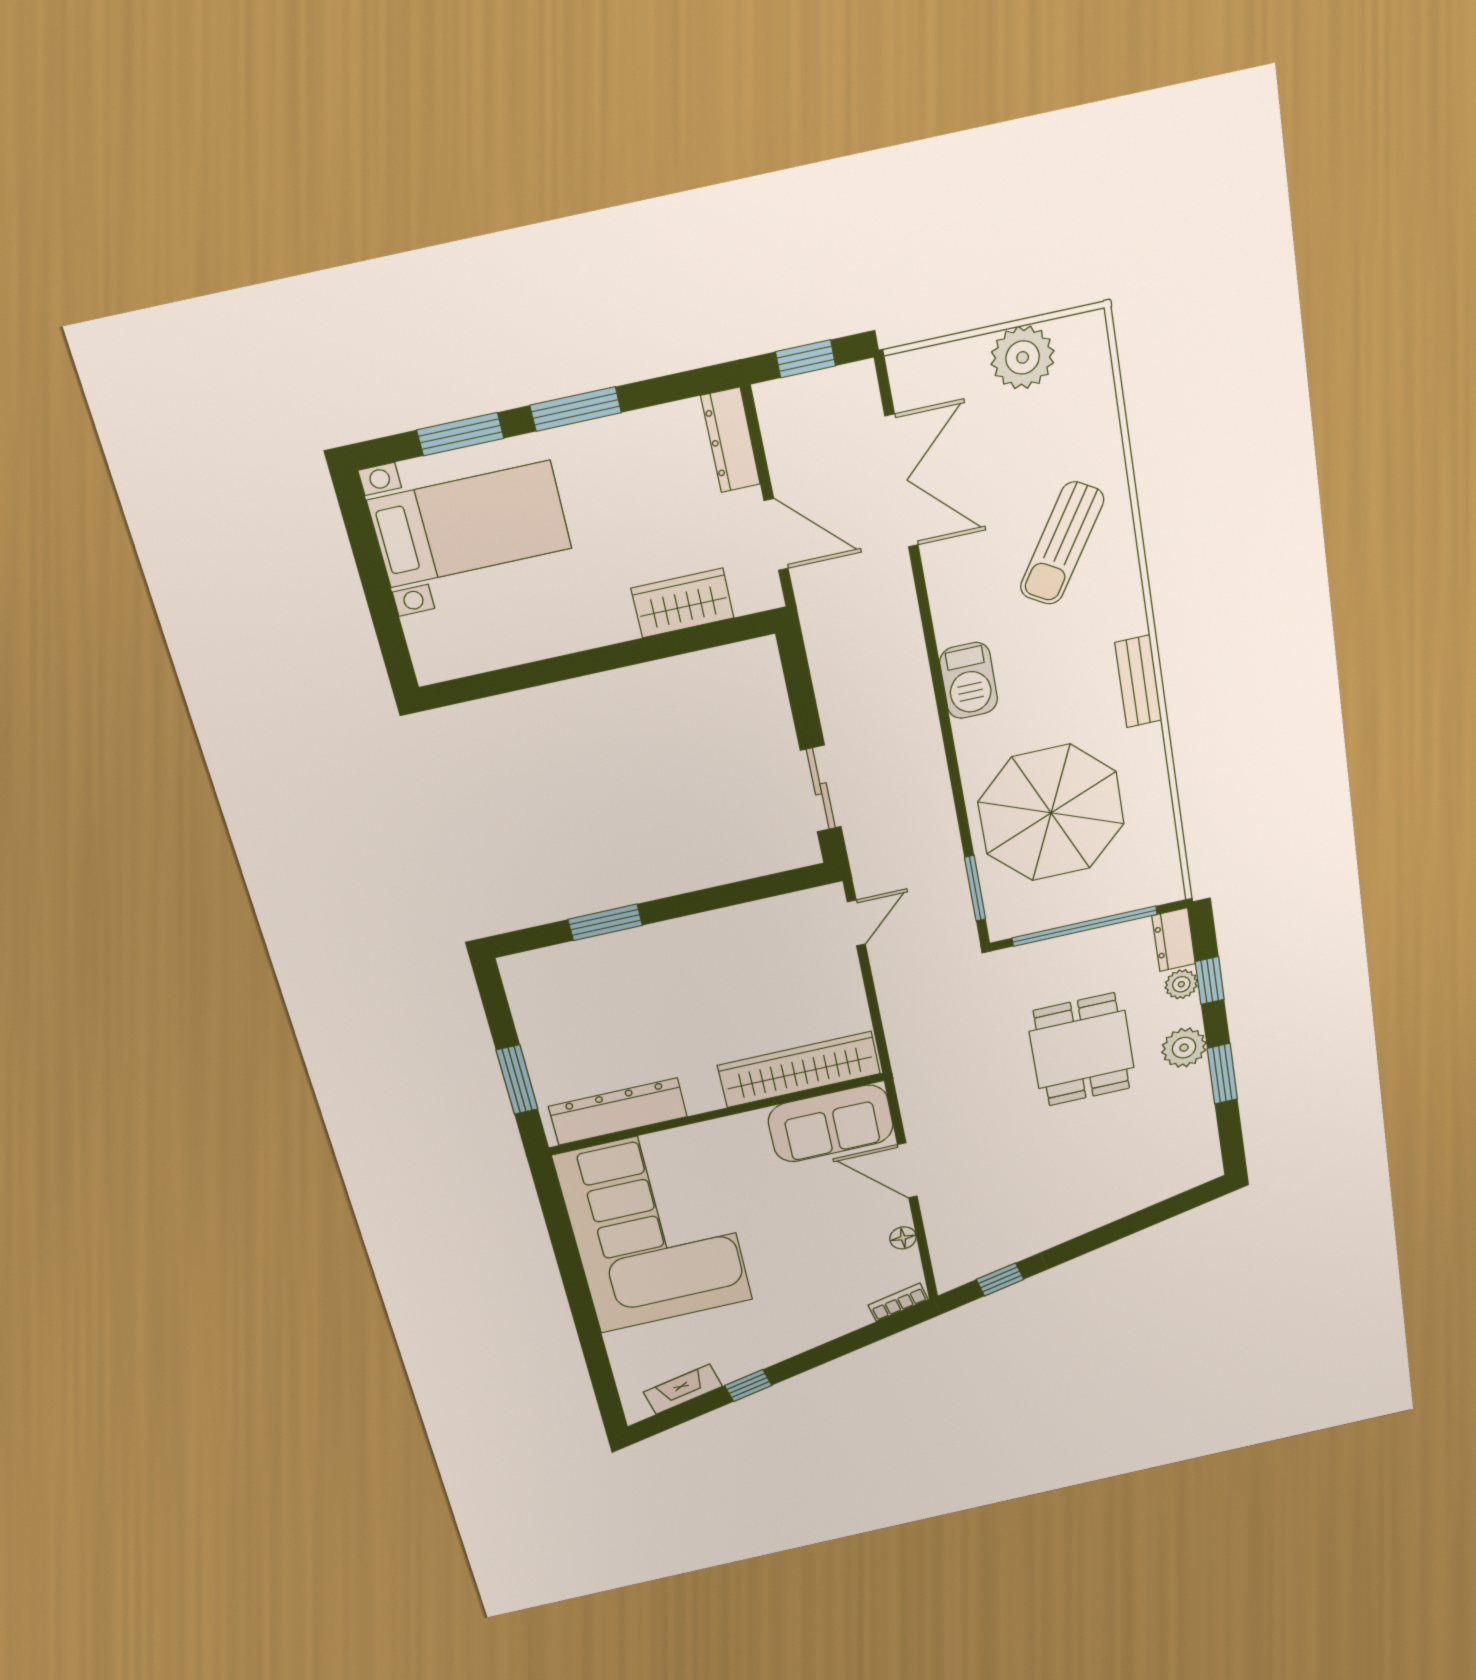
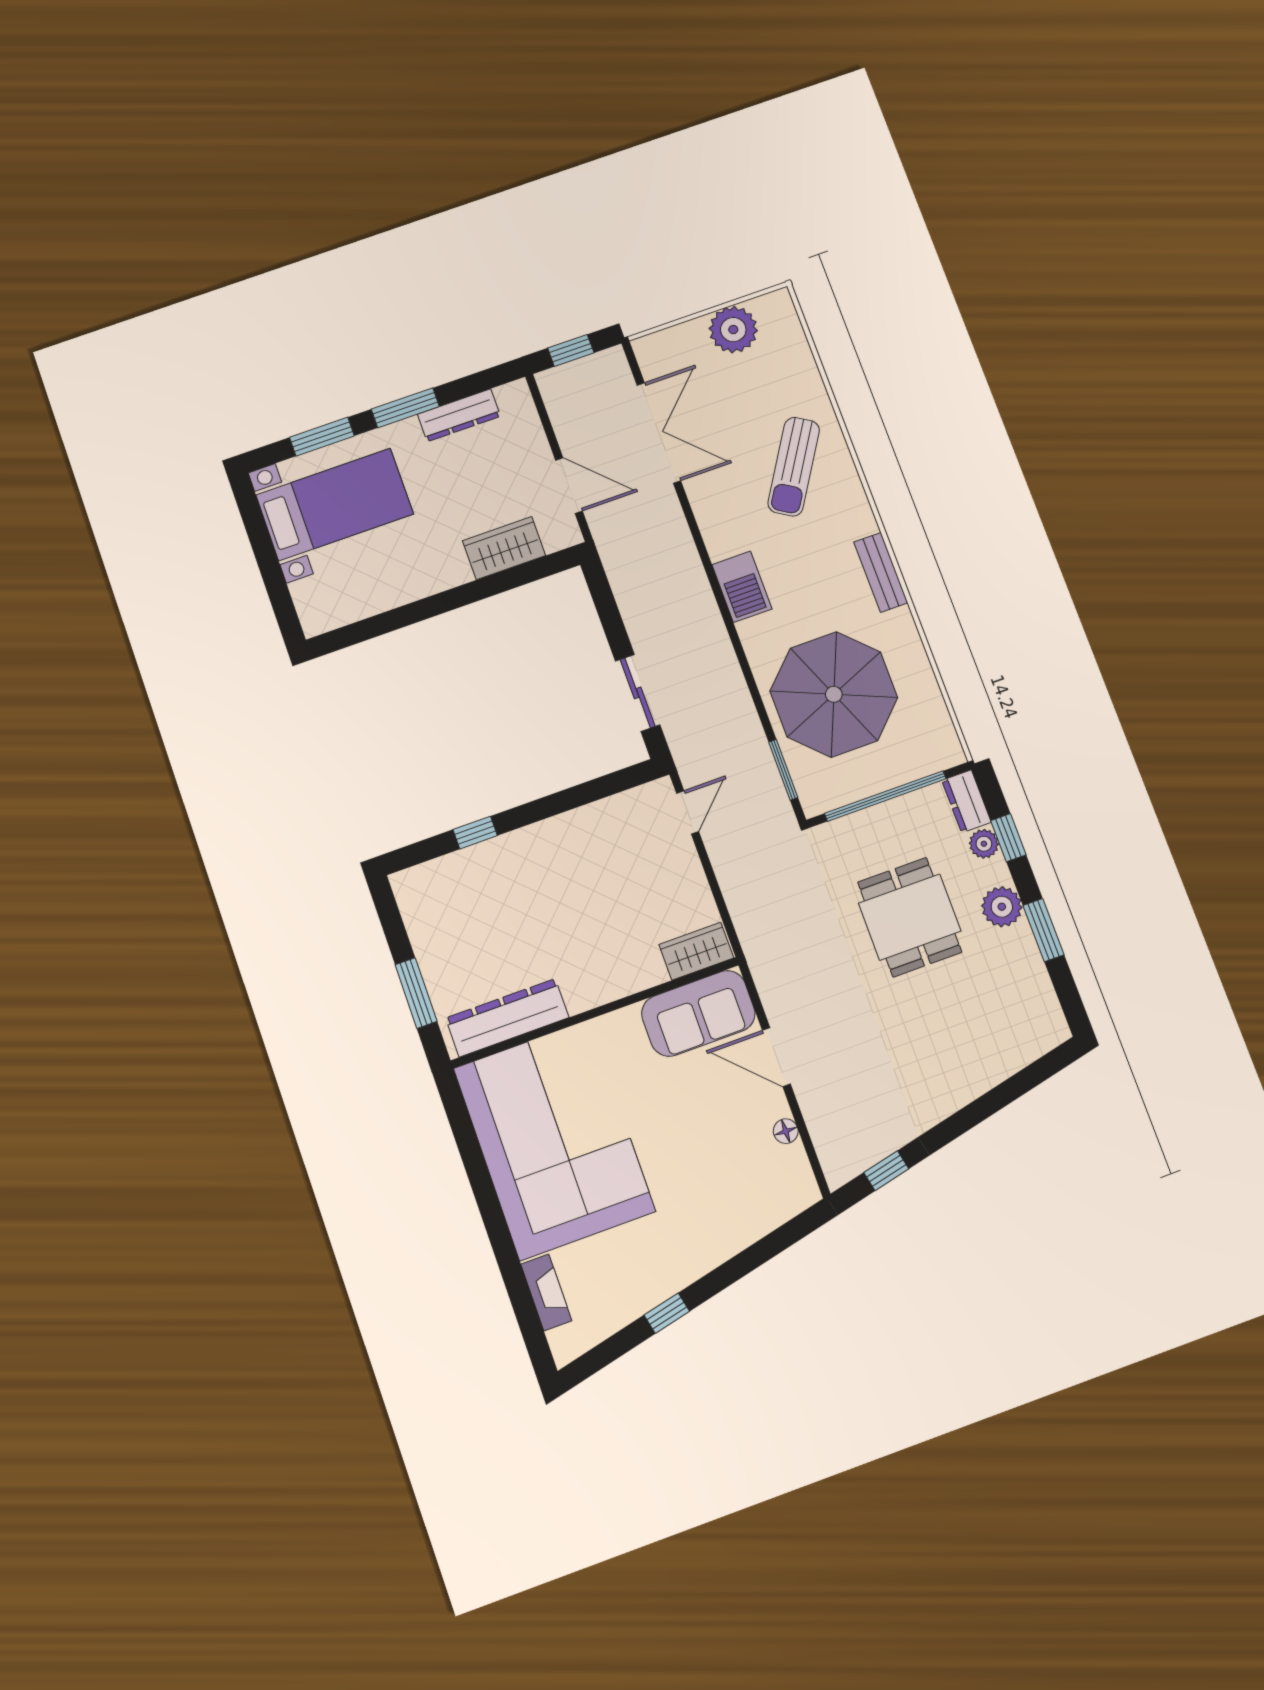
dresser: (731, 440) -> (459, 415), moved, turned -90
window: (605, 922) -> (475, 833), width x0.67
wardrobe: (799, 1069) -> (696, 951), width x0.48, depth x0.85
bookcase: (898, 1302) -> (794, 1204), removed
fireplace: (683, 1389) -> (546, 1292), moved, turned 103

